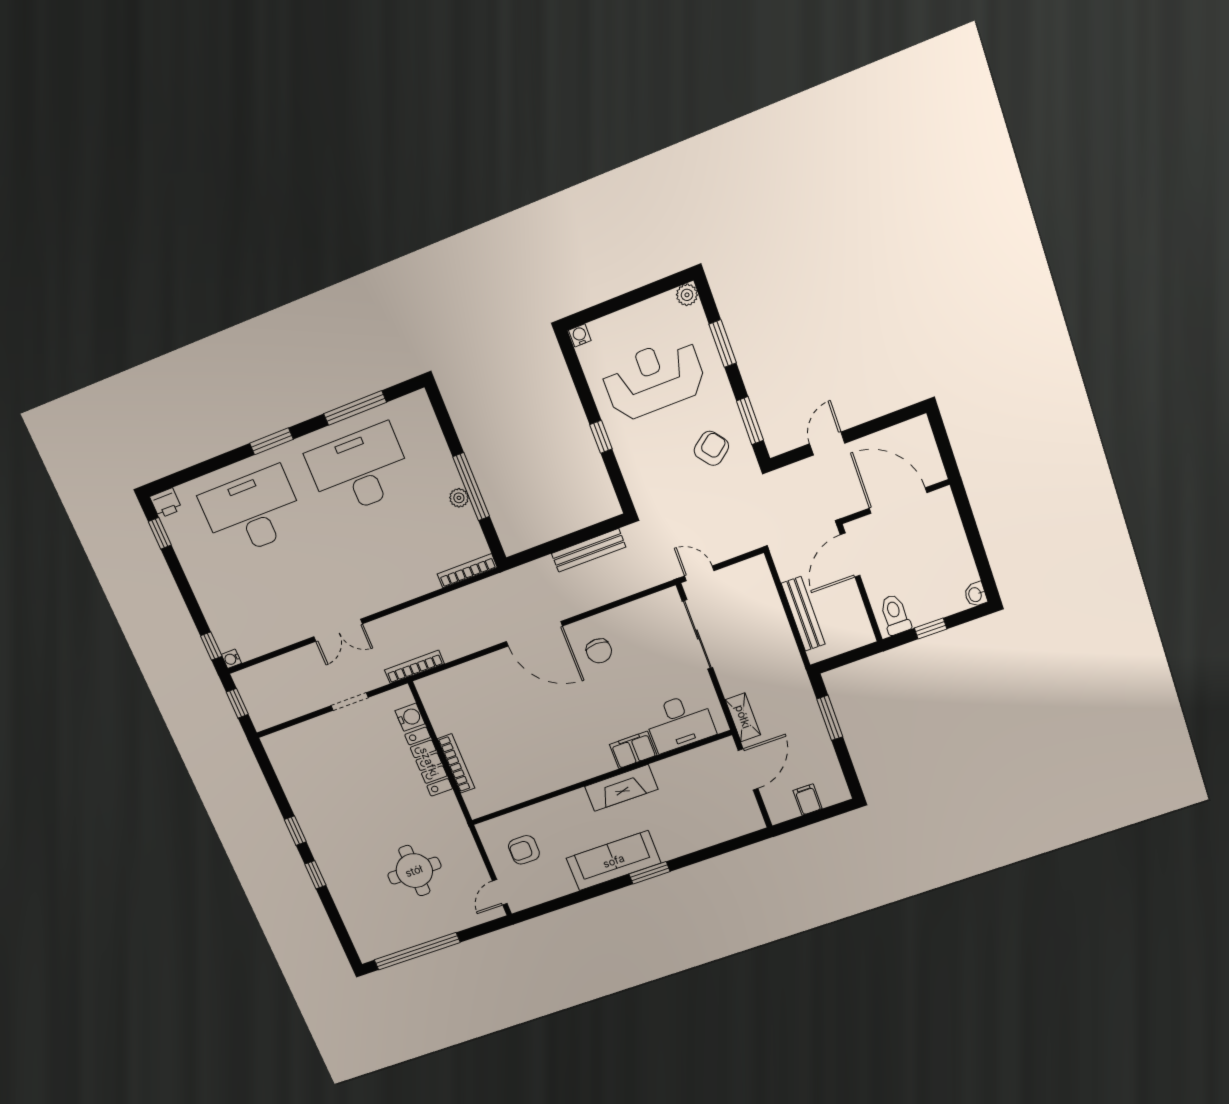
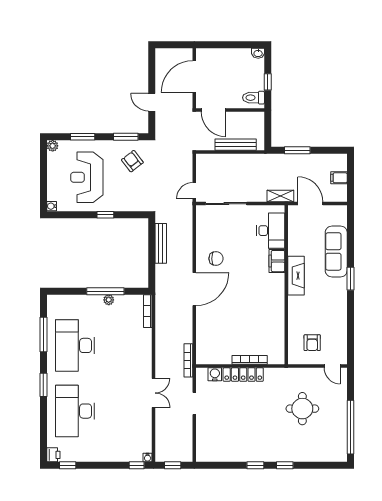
sofa: (614, 861) -> (336, 251), moved

